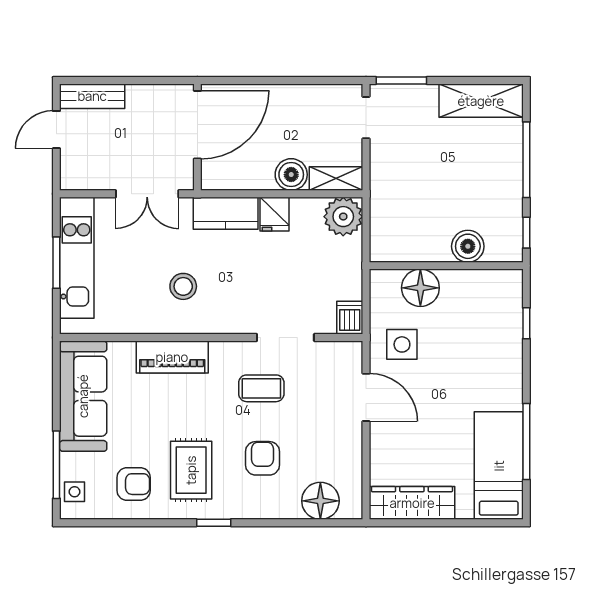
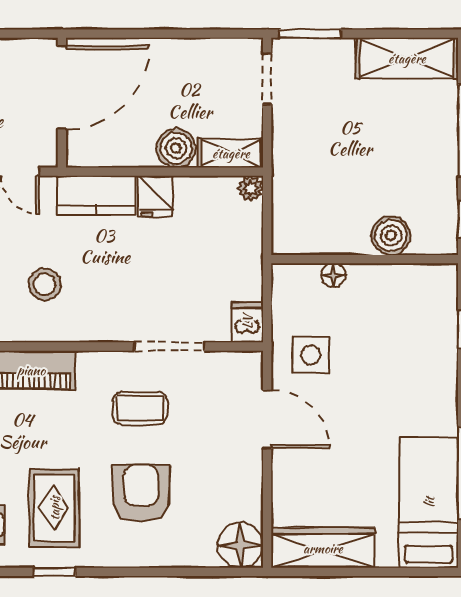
plant: (343, 217) -> (250, 188), width x0.53, depth x0.53
floor lamp: (420, 288) -> (333, 275), width x0.53, depth x0.53
armchair: (263, 458) -> (141, 493), width x1.38, depth x1.38
floor lamp: (320, 501) -> (240, 545), moved
window: (214, 523) -> (54, 572), moved

